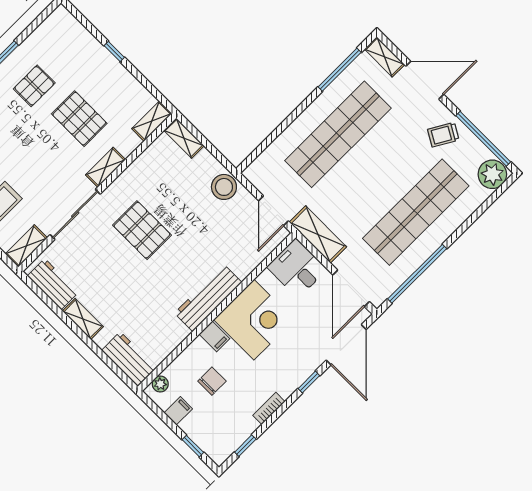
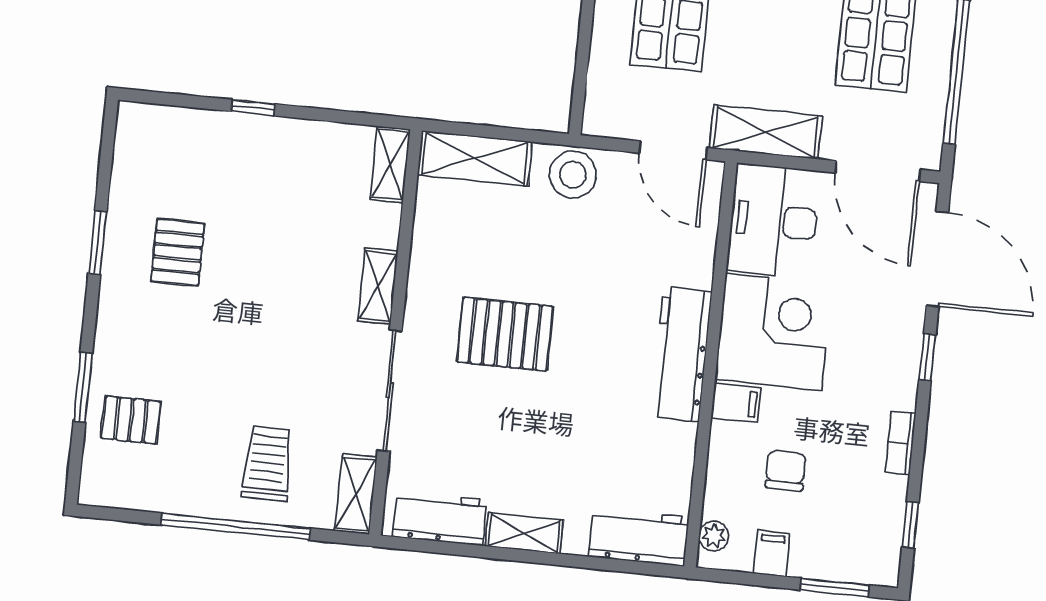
pallet: (79, 119) -> (282, 246), removed
shelving: (184, 138) -> (475, 158), width x1.50, depth x1.33
desk: (297, 268) -> (774, 221), width x1.37
window: (193, 446) -> (835, 587), width x1.50

